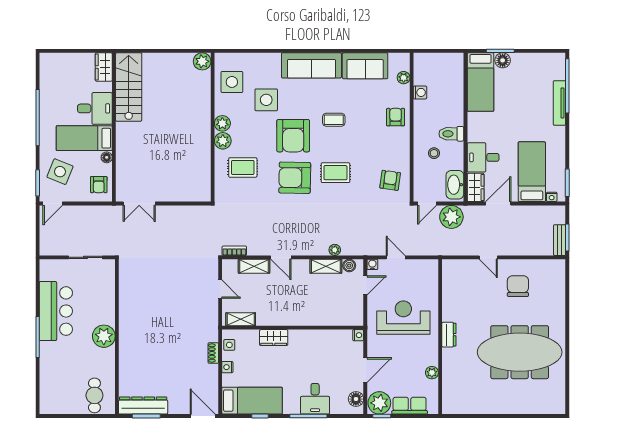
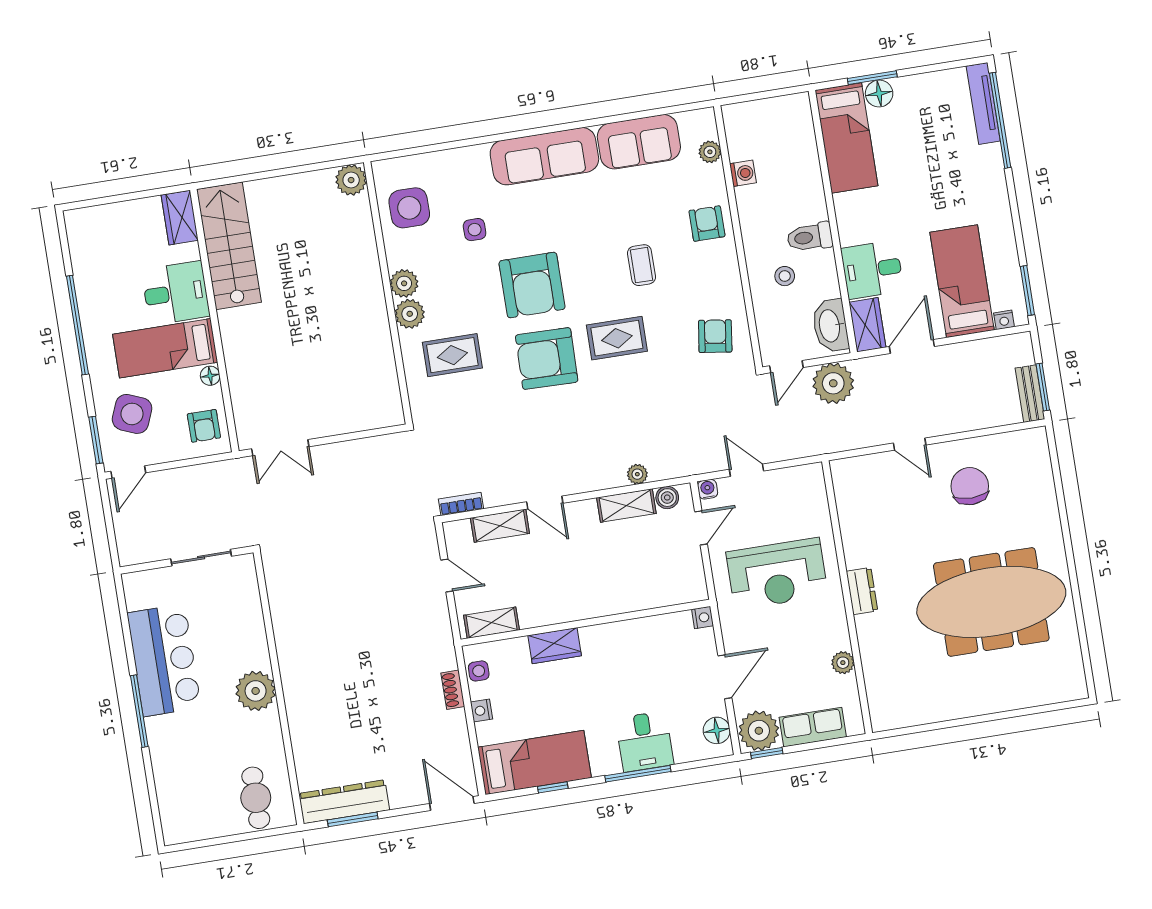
side table: (266, 100) -> (475, 230), width x0.54, depth x0.54
tv unit: (559, 103) -> (983, 103), moved
coffee table: (334, 120) -> (641, 265), moved, turned 90
reception desk: (403, 318) -> (777, 574), turned 180

